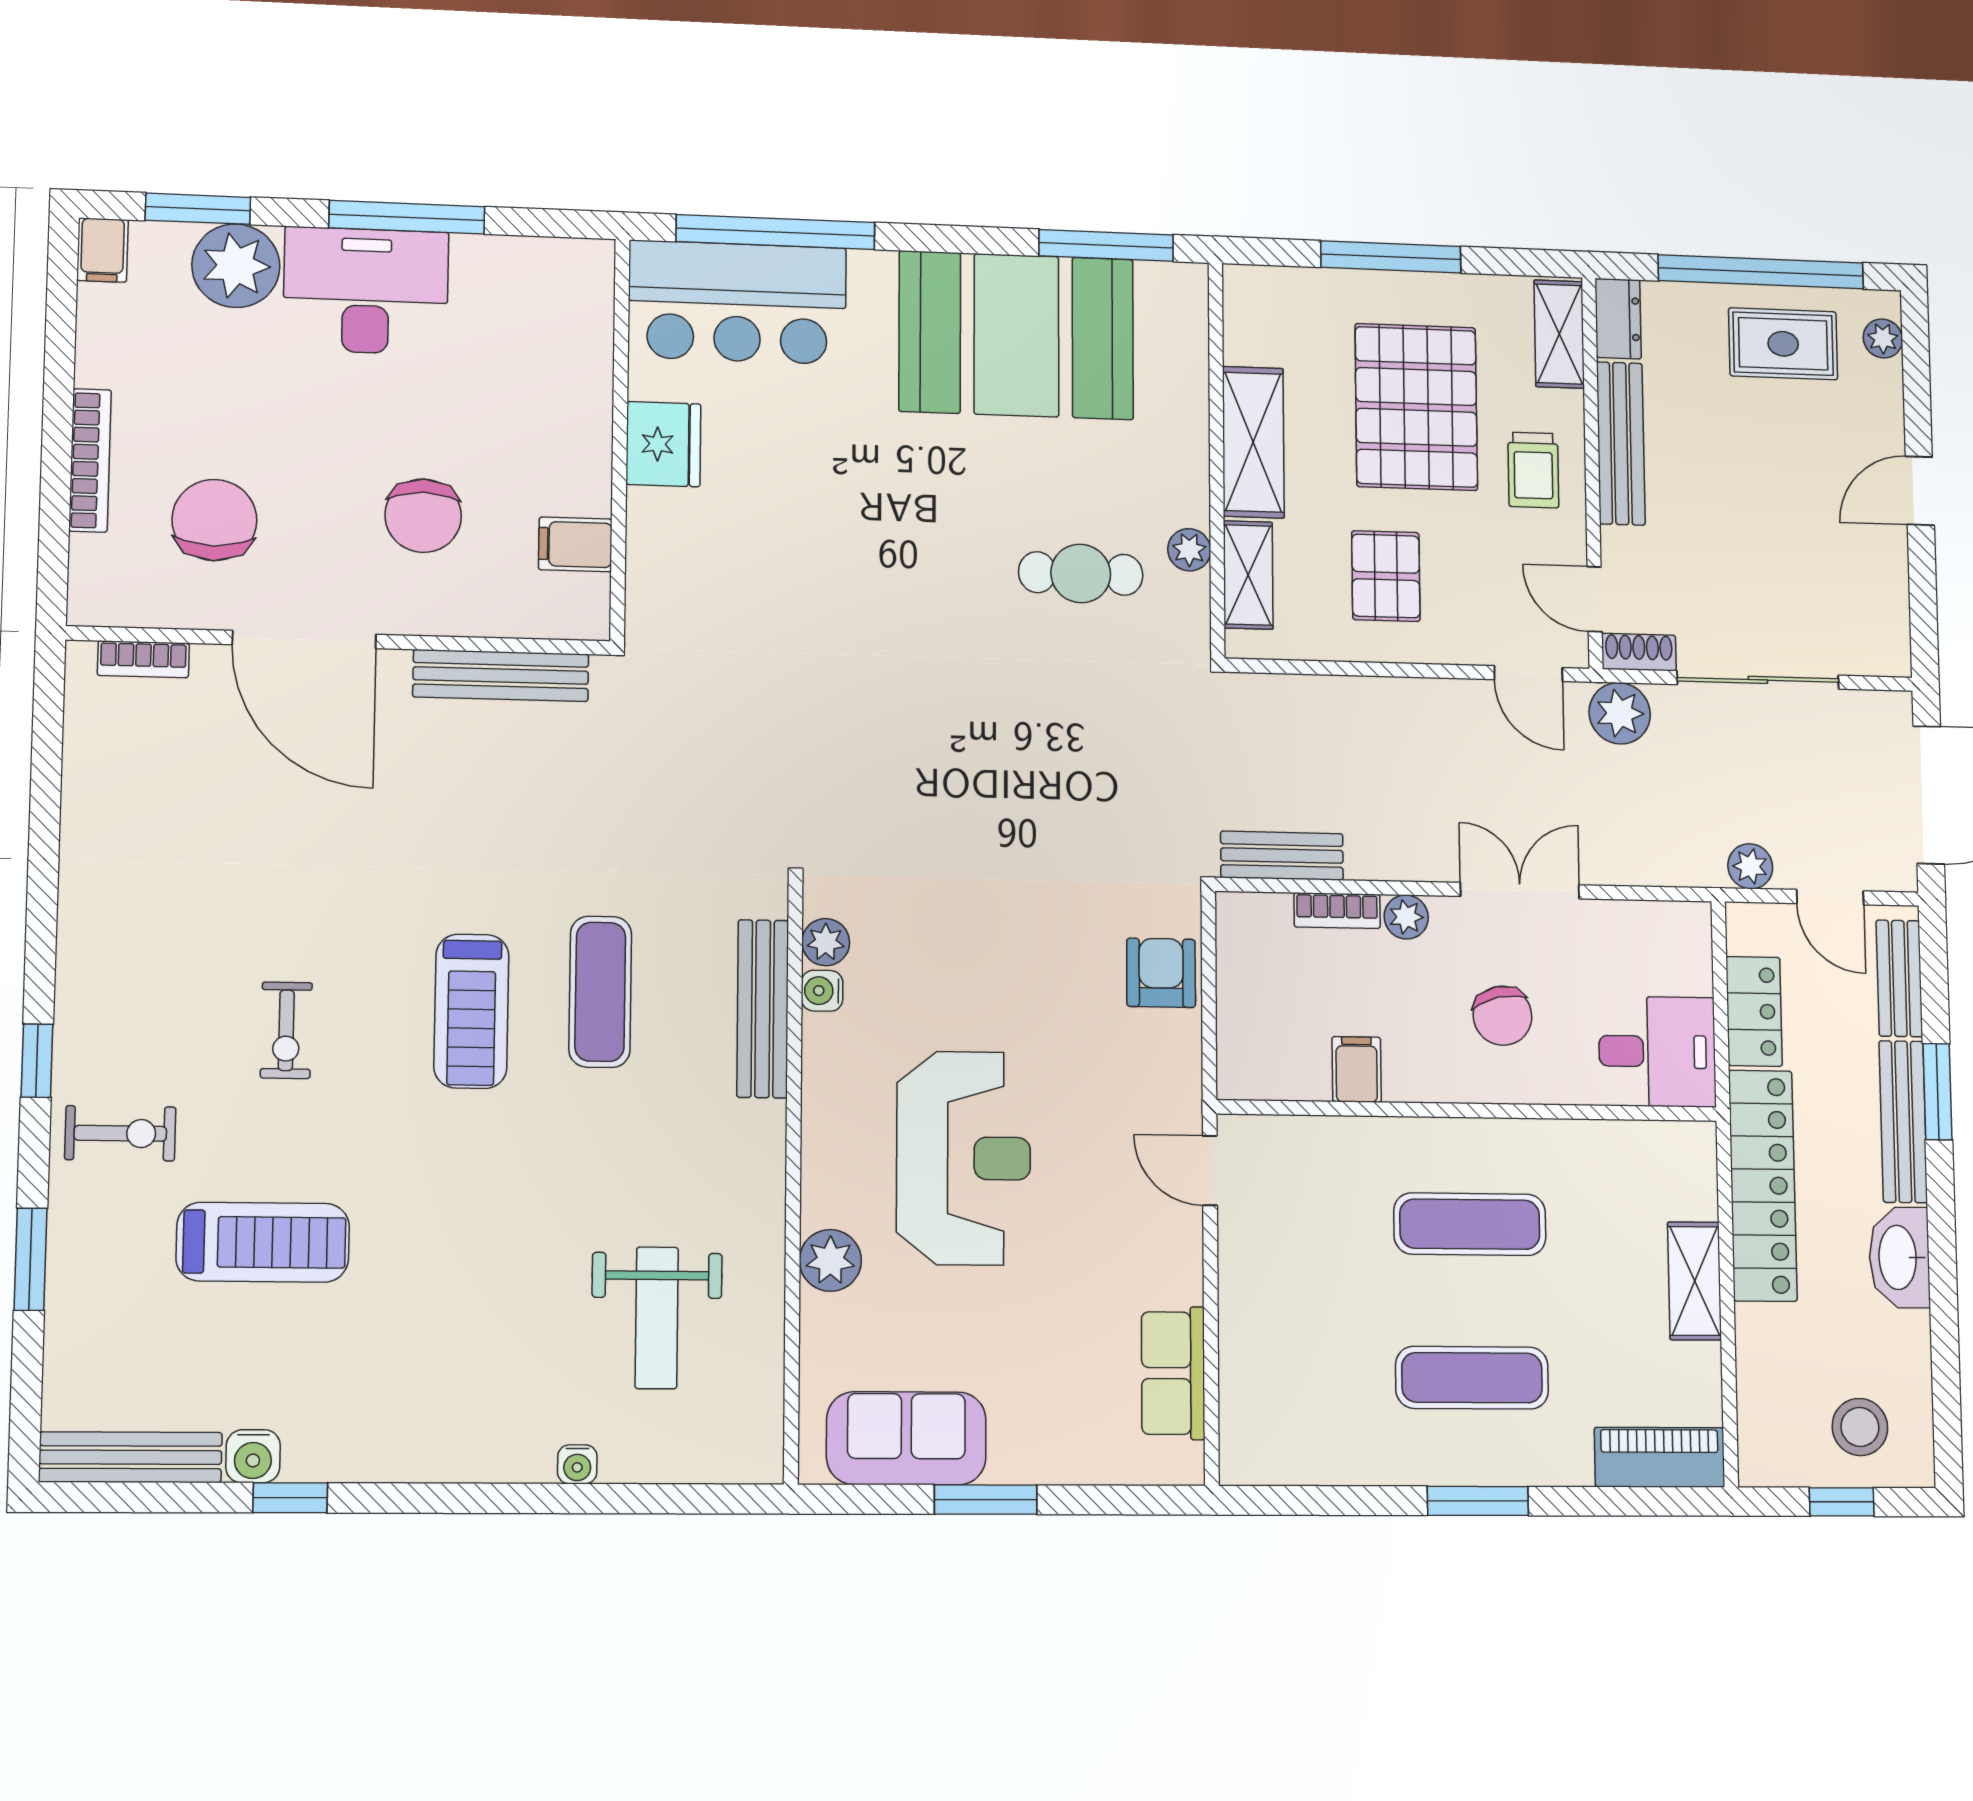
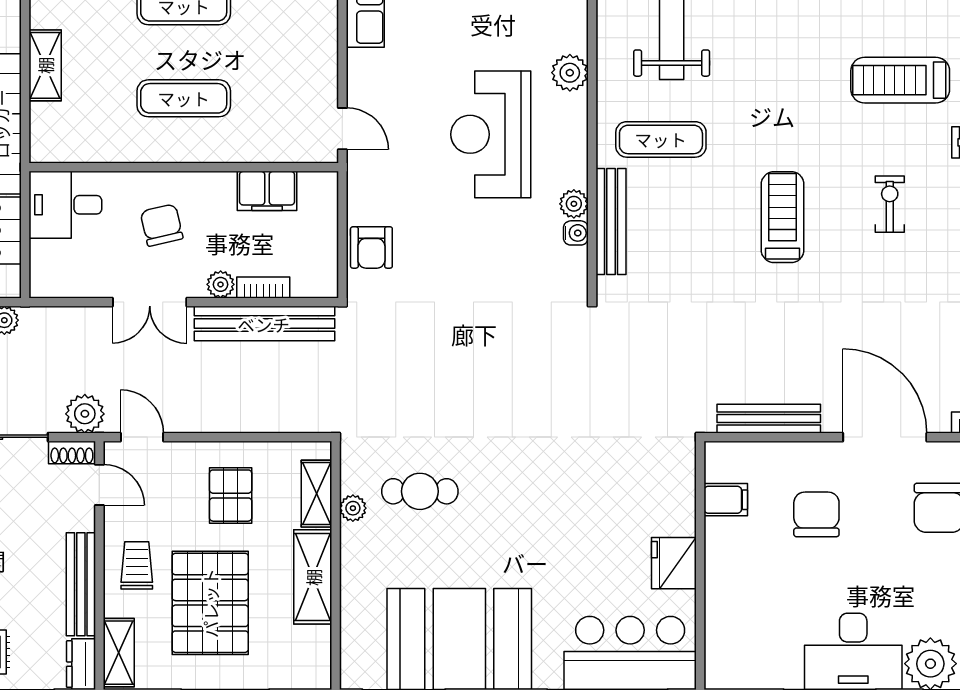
bench: (1282, 856) -> (264, 324), width x1.86, depth x1.21
plant: (826, 942) -> (574, 204), moved
exercise mat: (600, 992) -> (661, 139), moved, turned 90
filing cabinet: (1357, 1069) -> (267, 191), width x2.00

